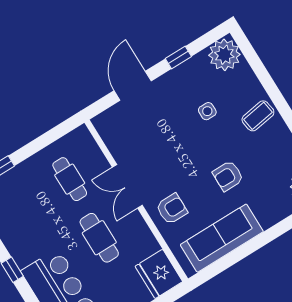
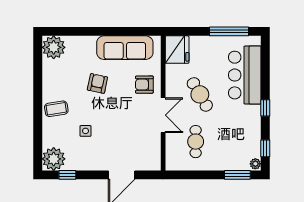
window: (178, 57) -> (67, 175), moved
armchair: (228, 176) -> (97, 83), turned -78
cafe table: (99, 238) -> (200, 94), turned -30

